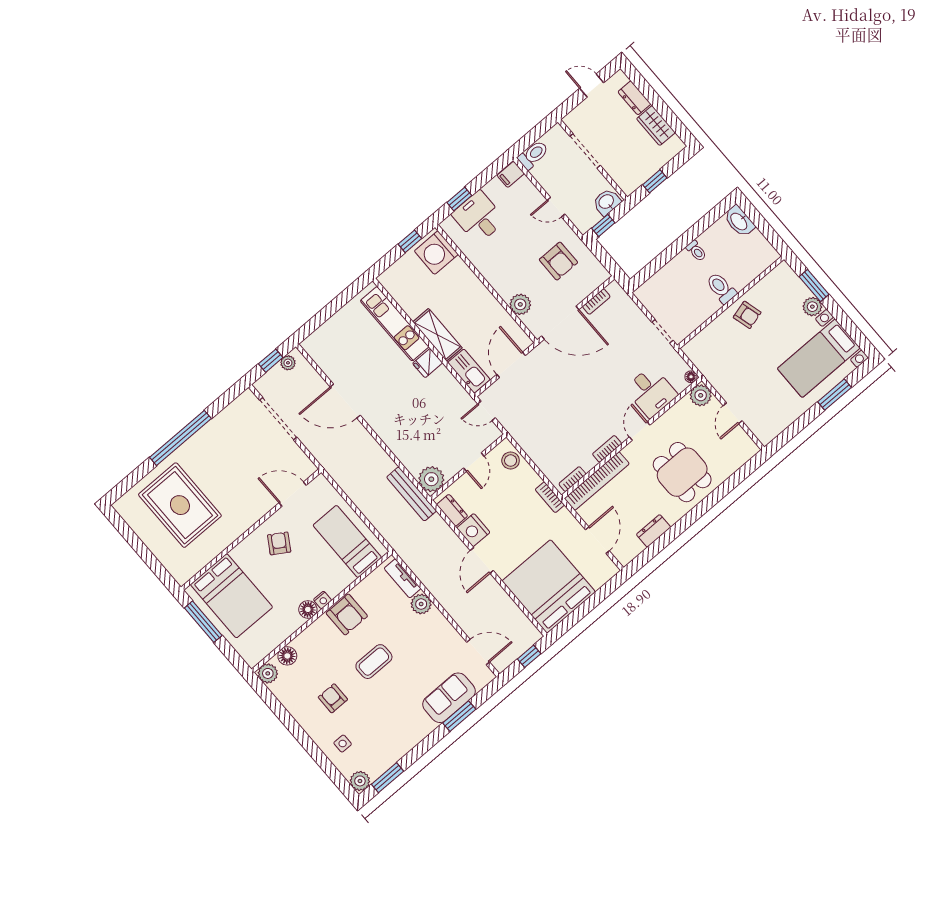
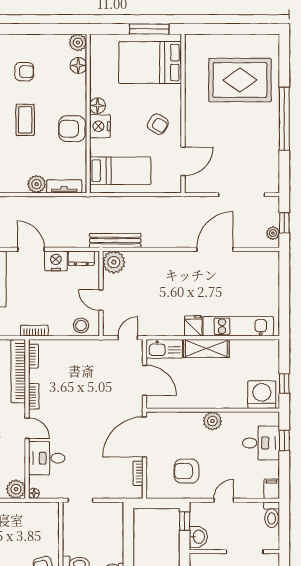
plant: (520, 304) -> (212, 421), moved
nightstand: (323, 600) -> (100, 126), width x1.89, depth x1.79

